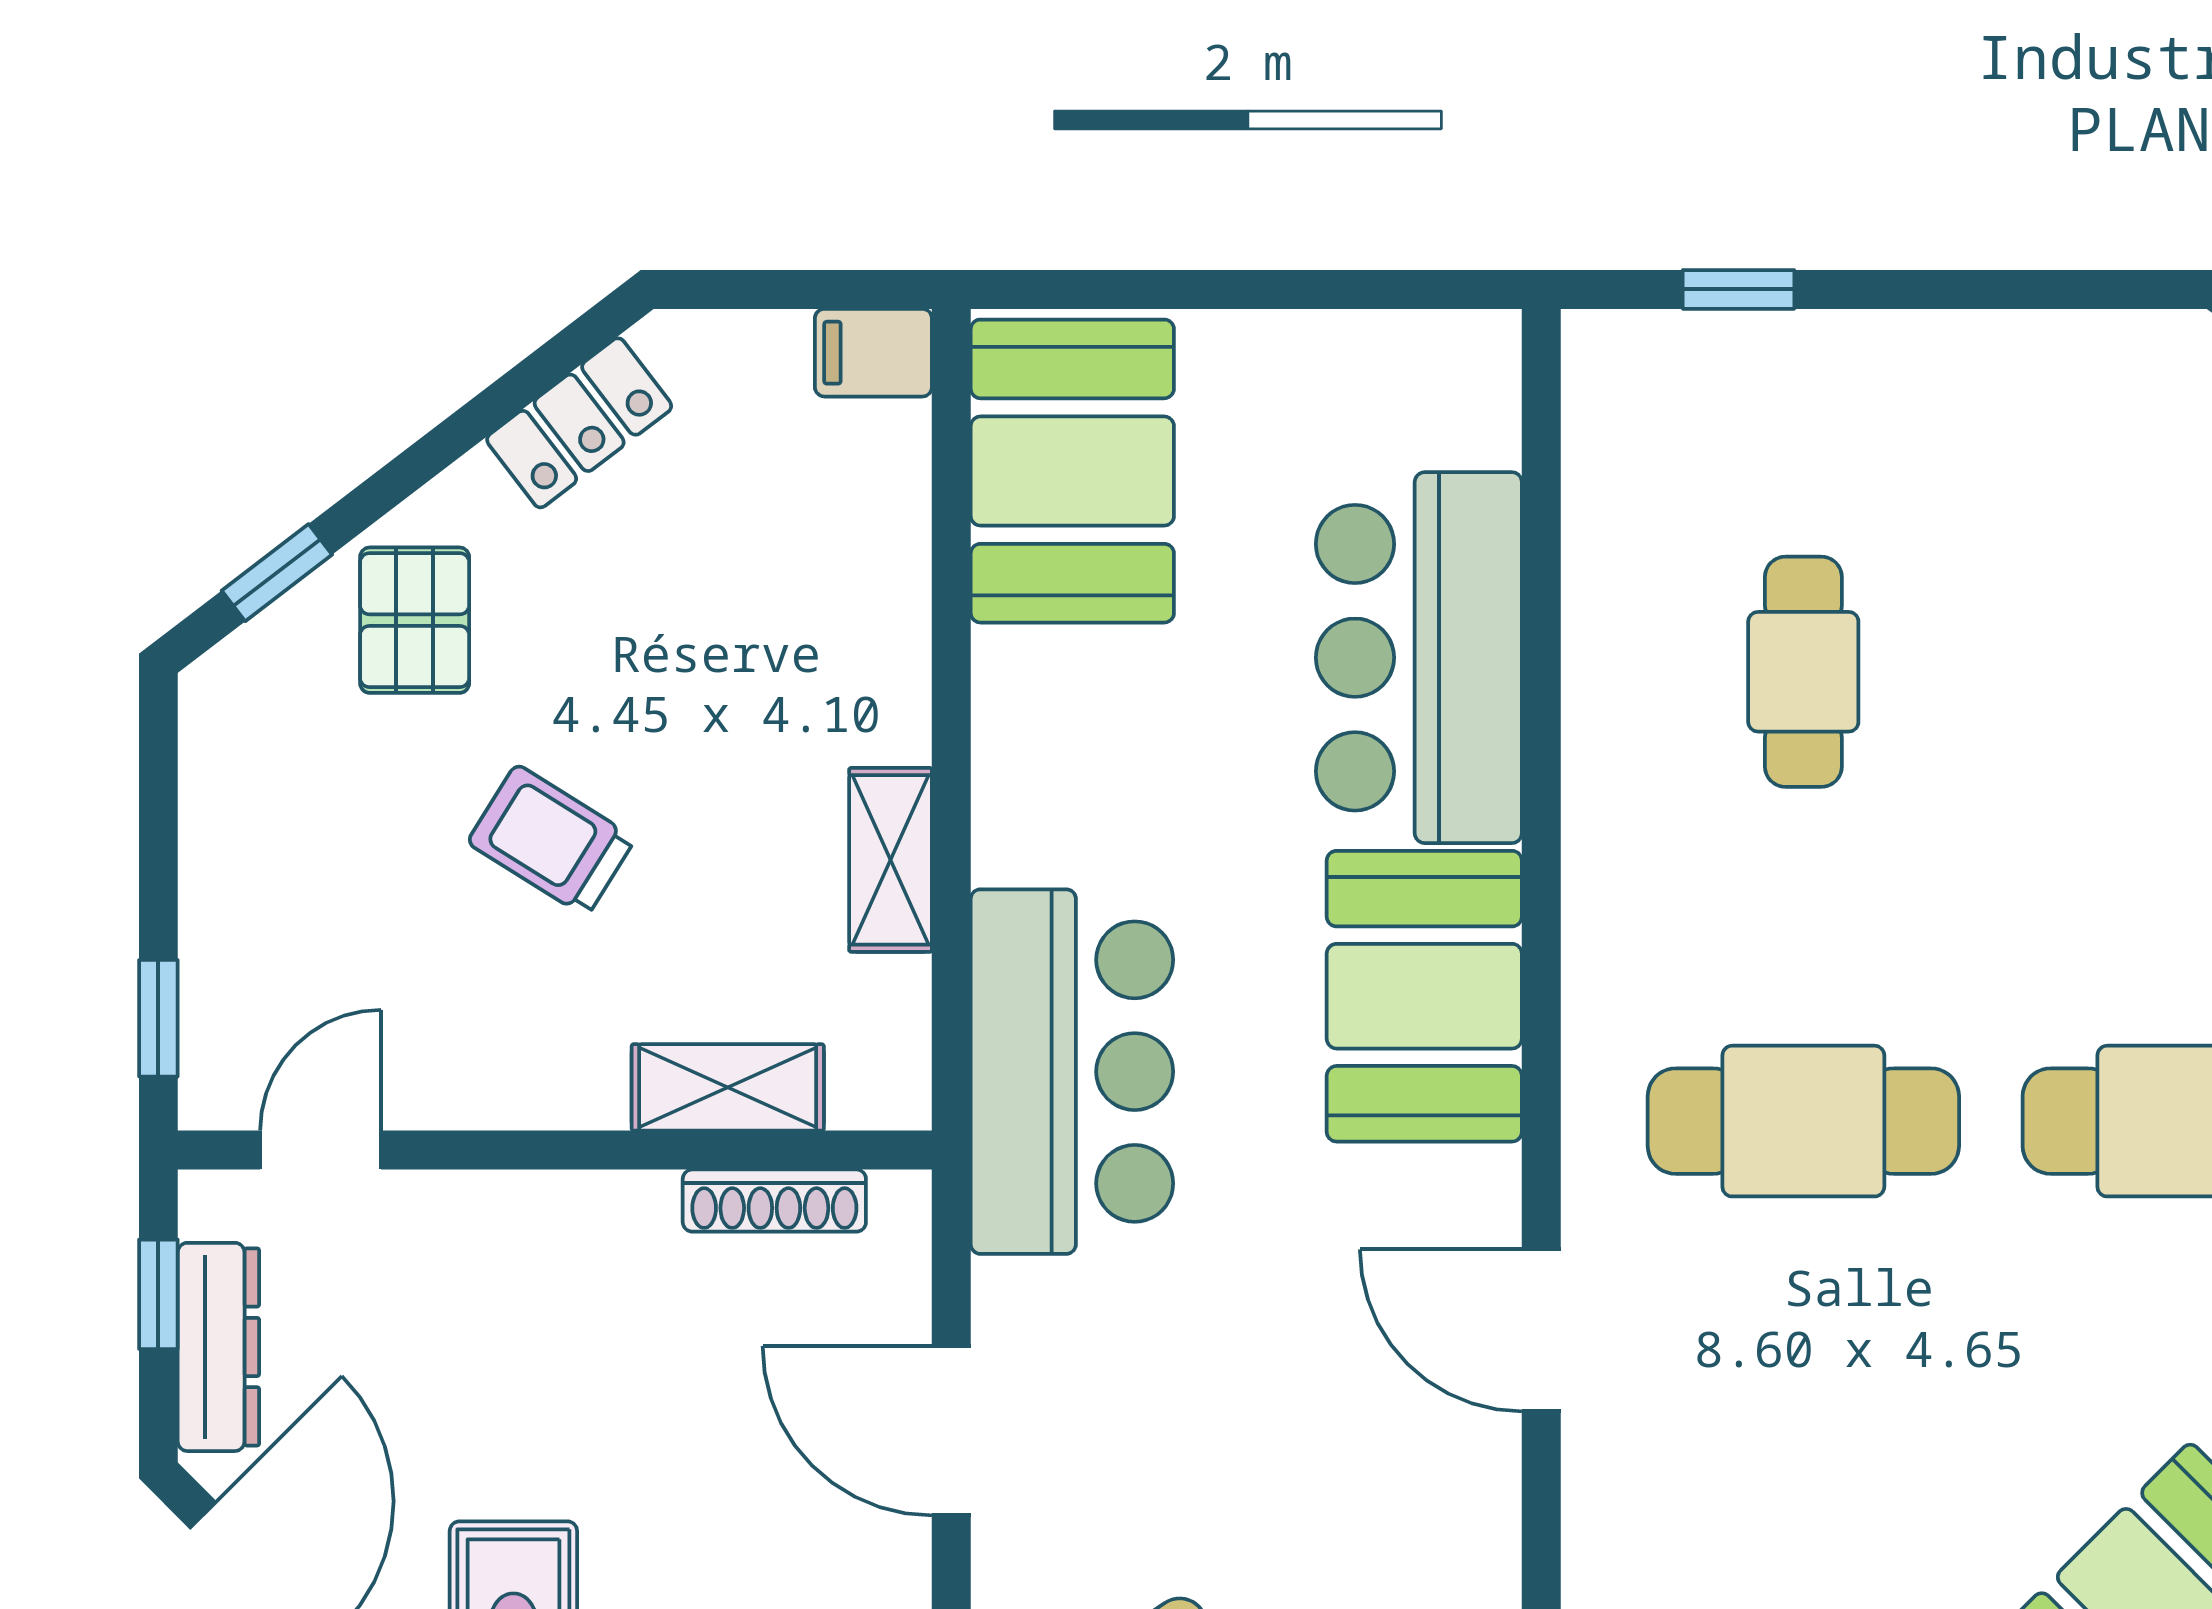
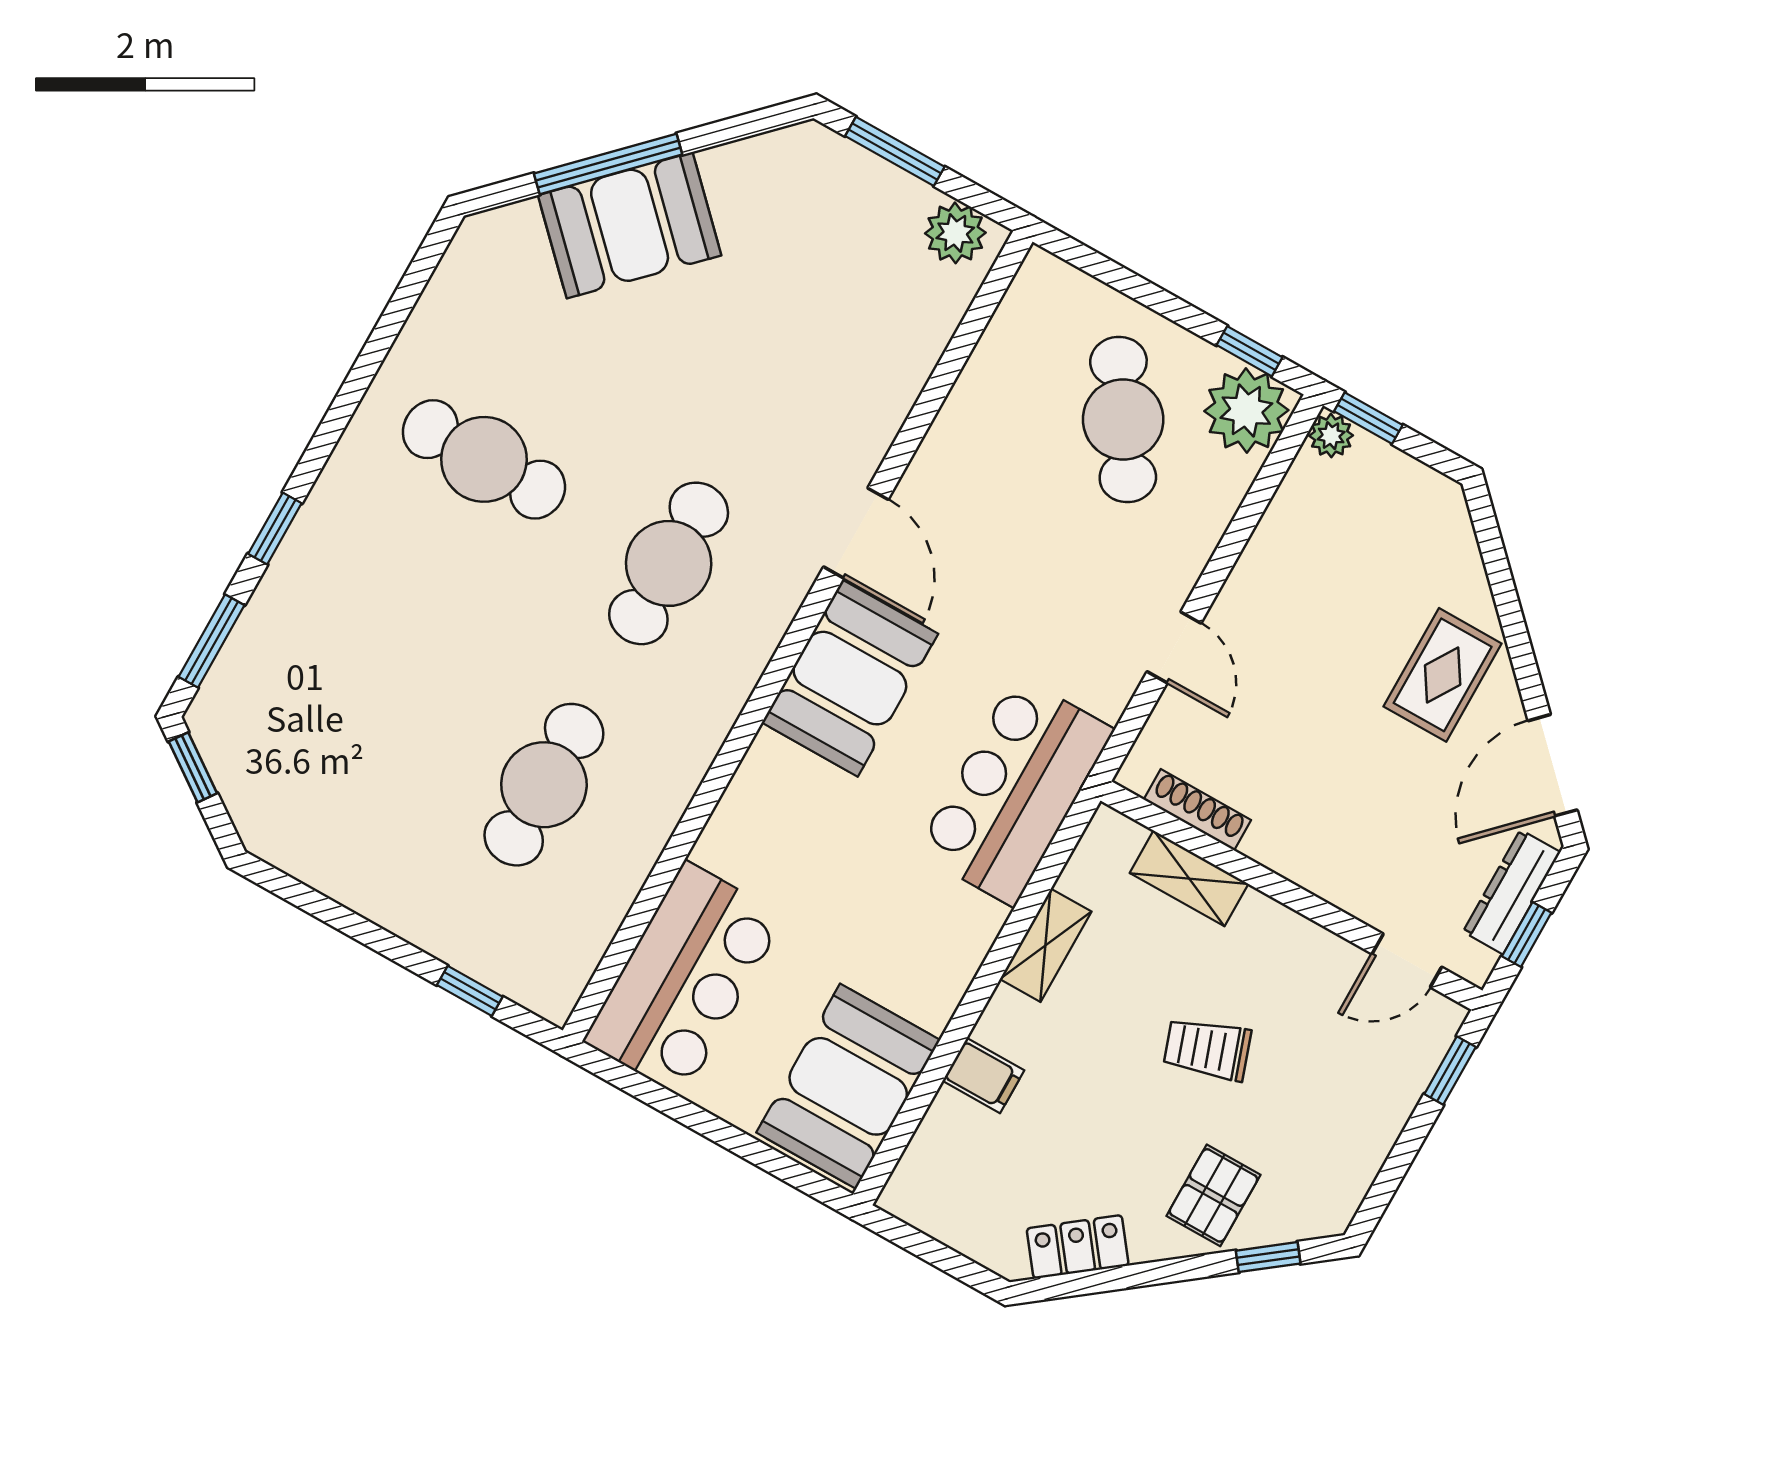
filing cabinet: (873, 353) -> (983, 1076), moved
bar counter: (1419, 658) -> (684, 979), moved
cafe table: (1803, 672) -> (544, 785), width x1.37, depth x1.35
trolley: (551, 840) -> (1207, 1049), turned 129
booth: (1424, 996) -> (850, 678), moved
cafe table: (1803, 1121) -> (669, 563), turned 90
door: (951, 1431) -> (1174, 647), width x0.73

